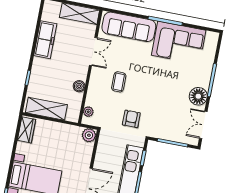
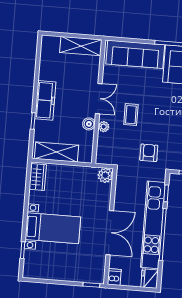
freezer: (45, 40) -> (45, 100), moved
double door: (93, 52) -> (99, 99), moved
plant: (88, 112) -> (104, 127), moved

